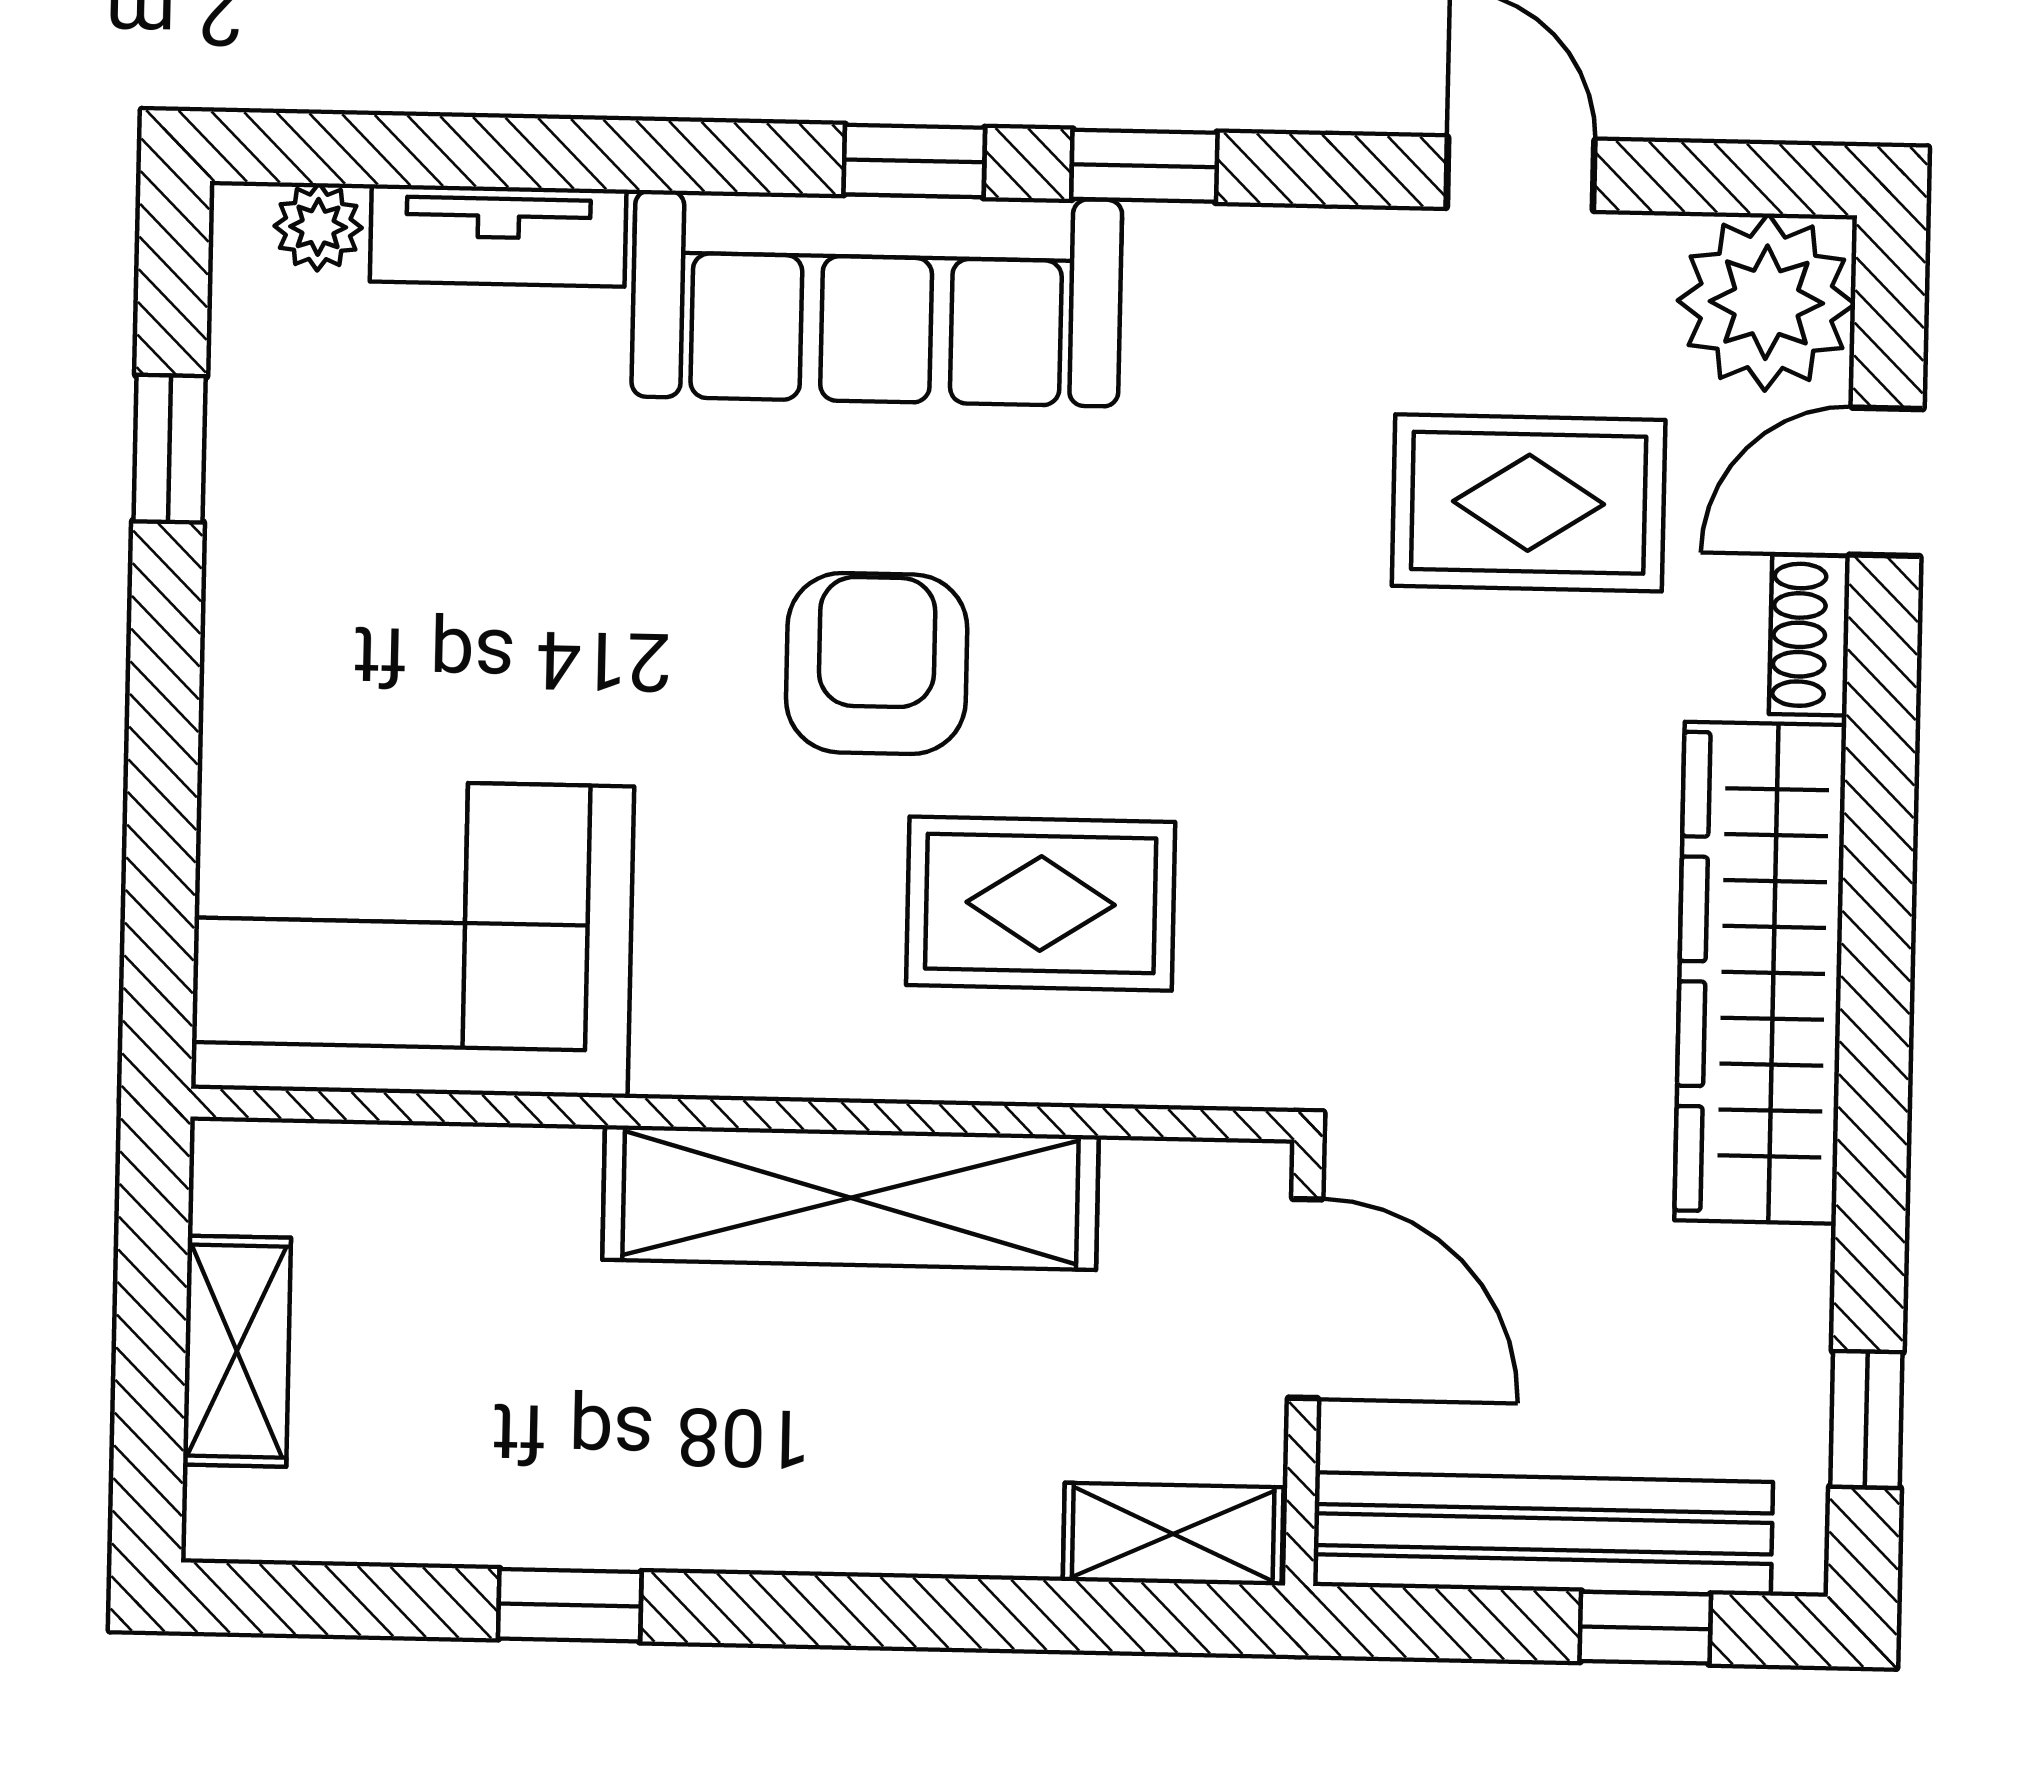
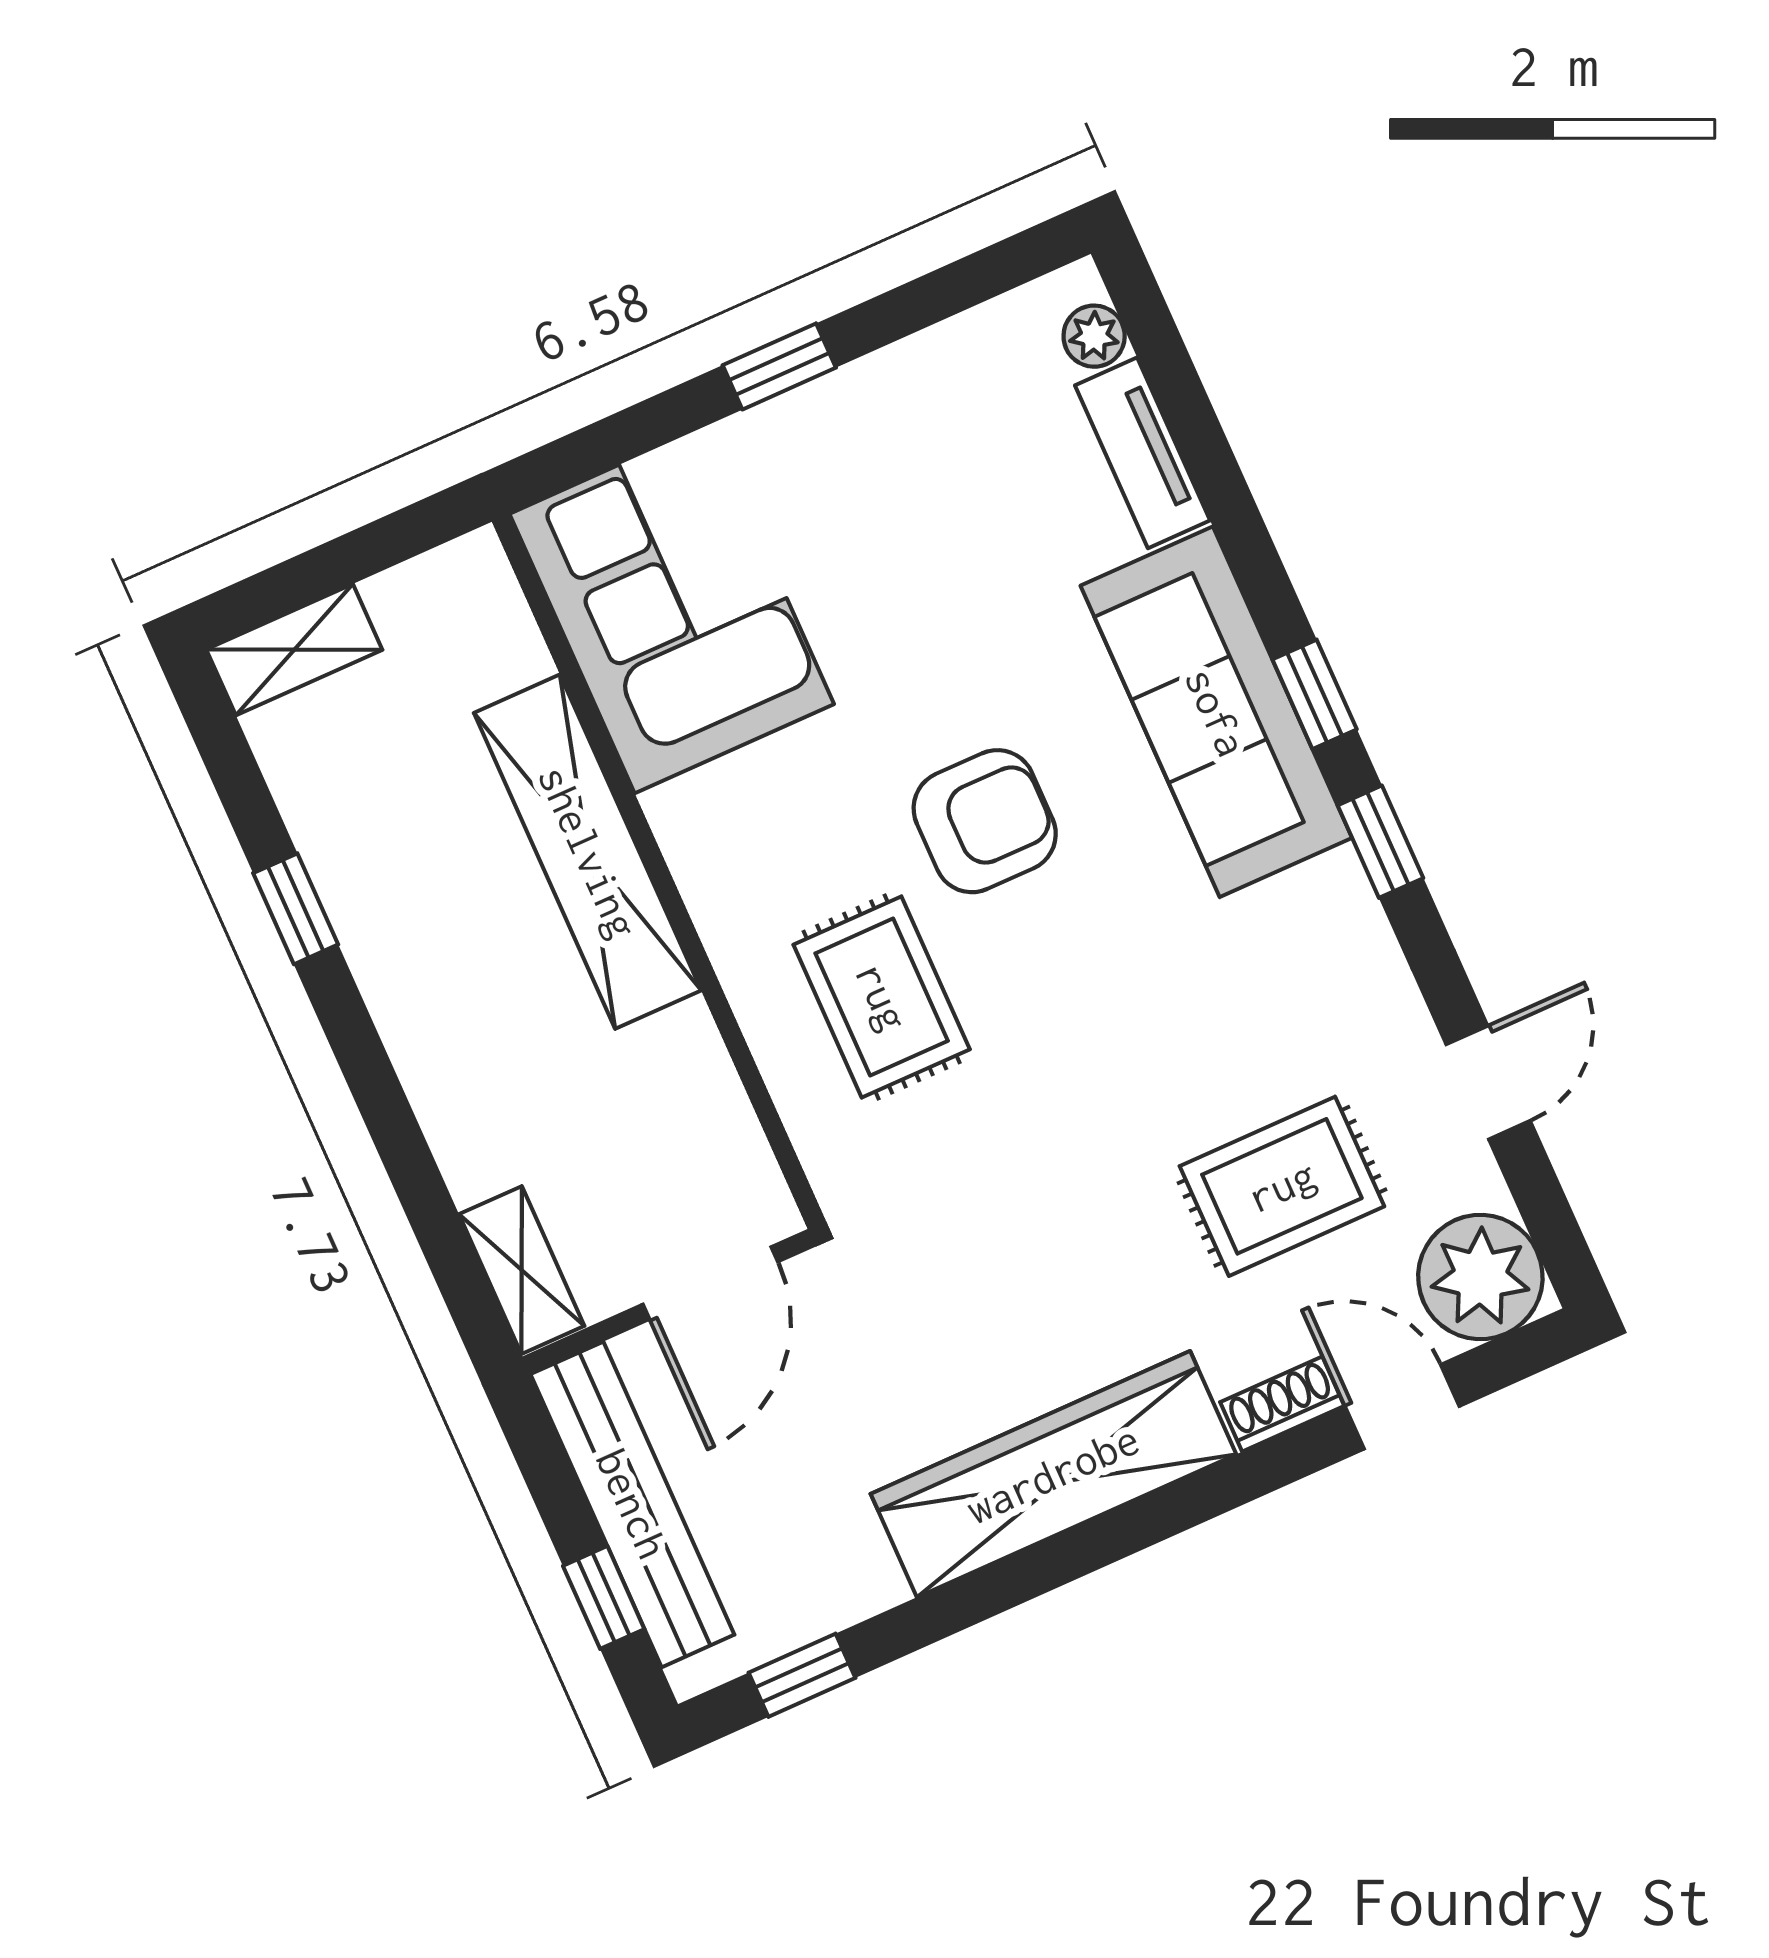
window: (170, 449) -> (779, 366), moved
rug: (1529, 503) -> (1282, 1186), turned 90
shelving: (851, 1198) -> (588, 852), moved
shelving: (237, 1351) -> (294, 650), moved

